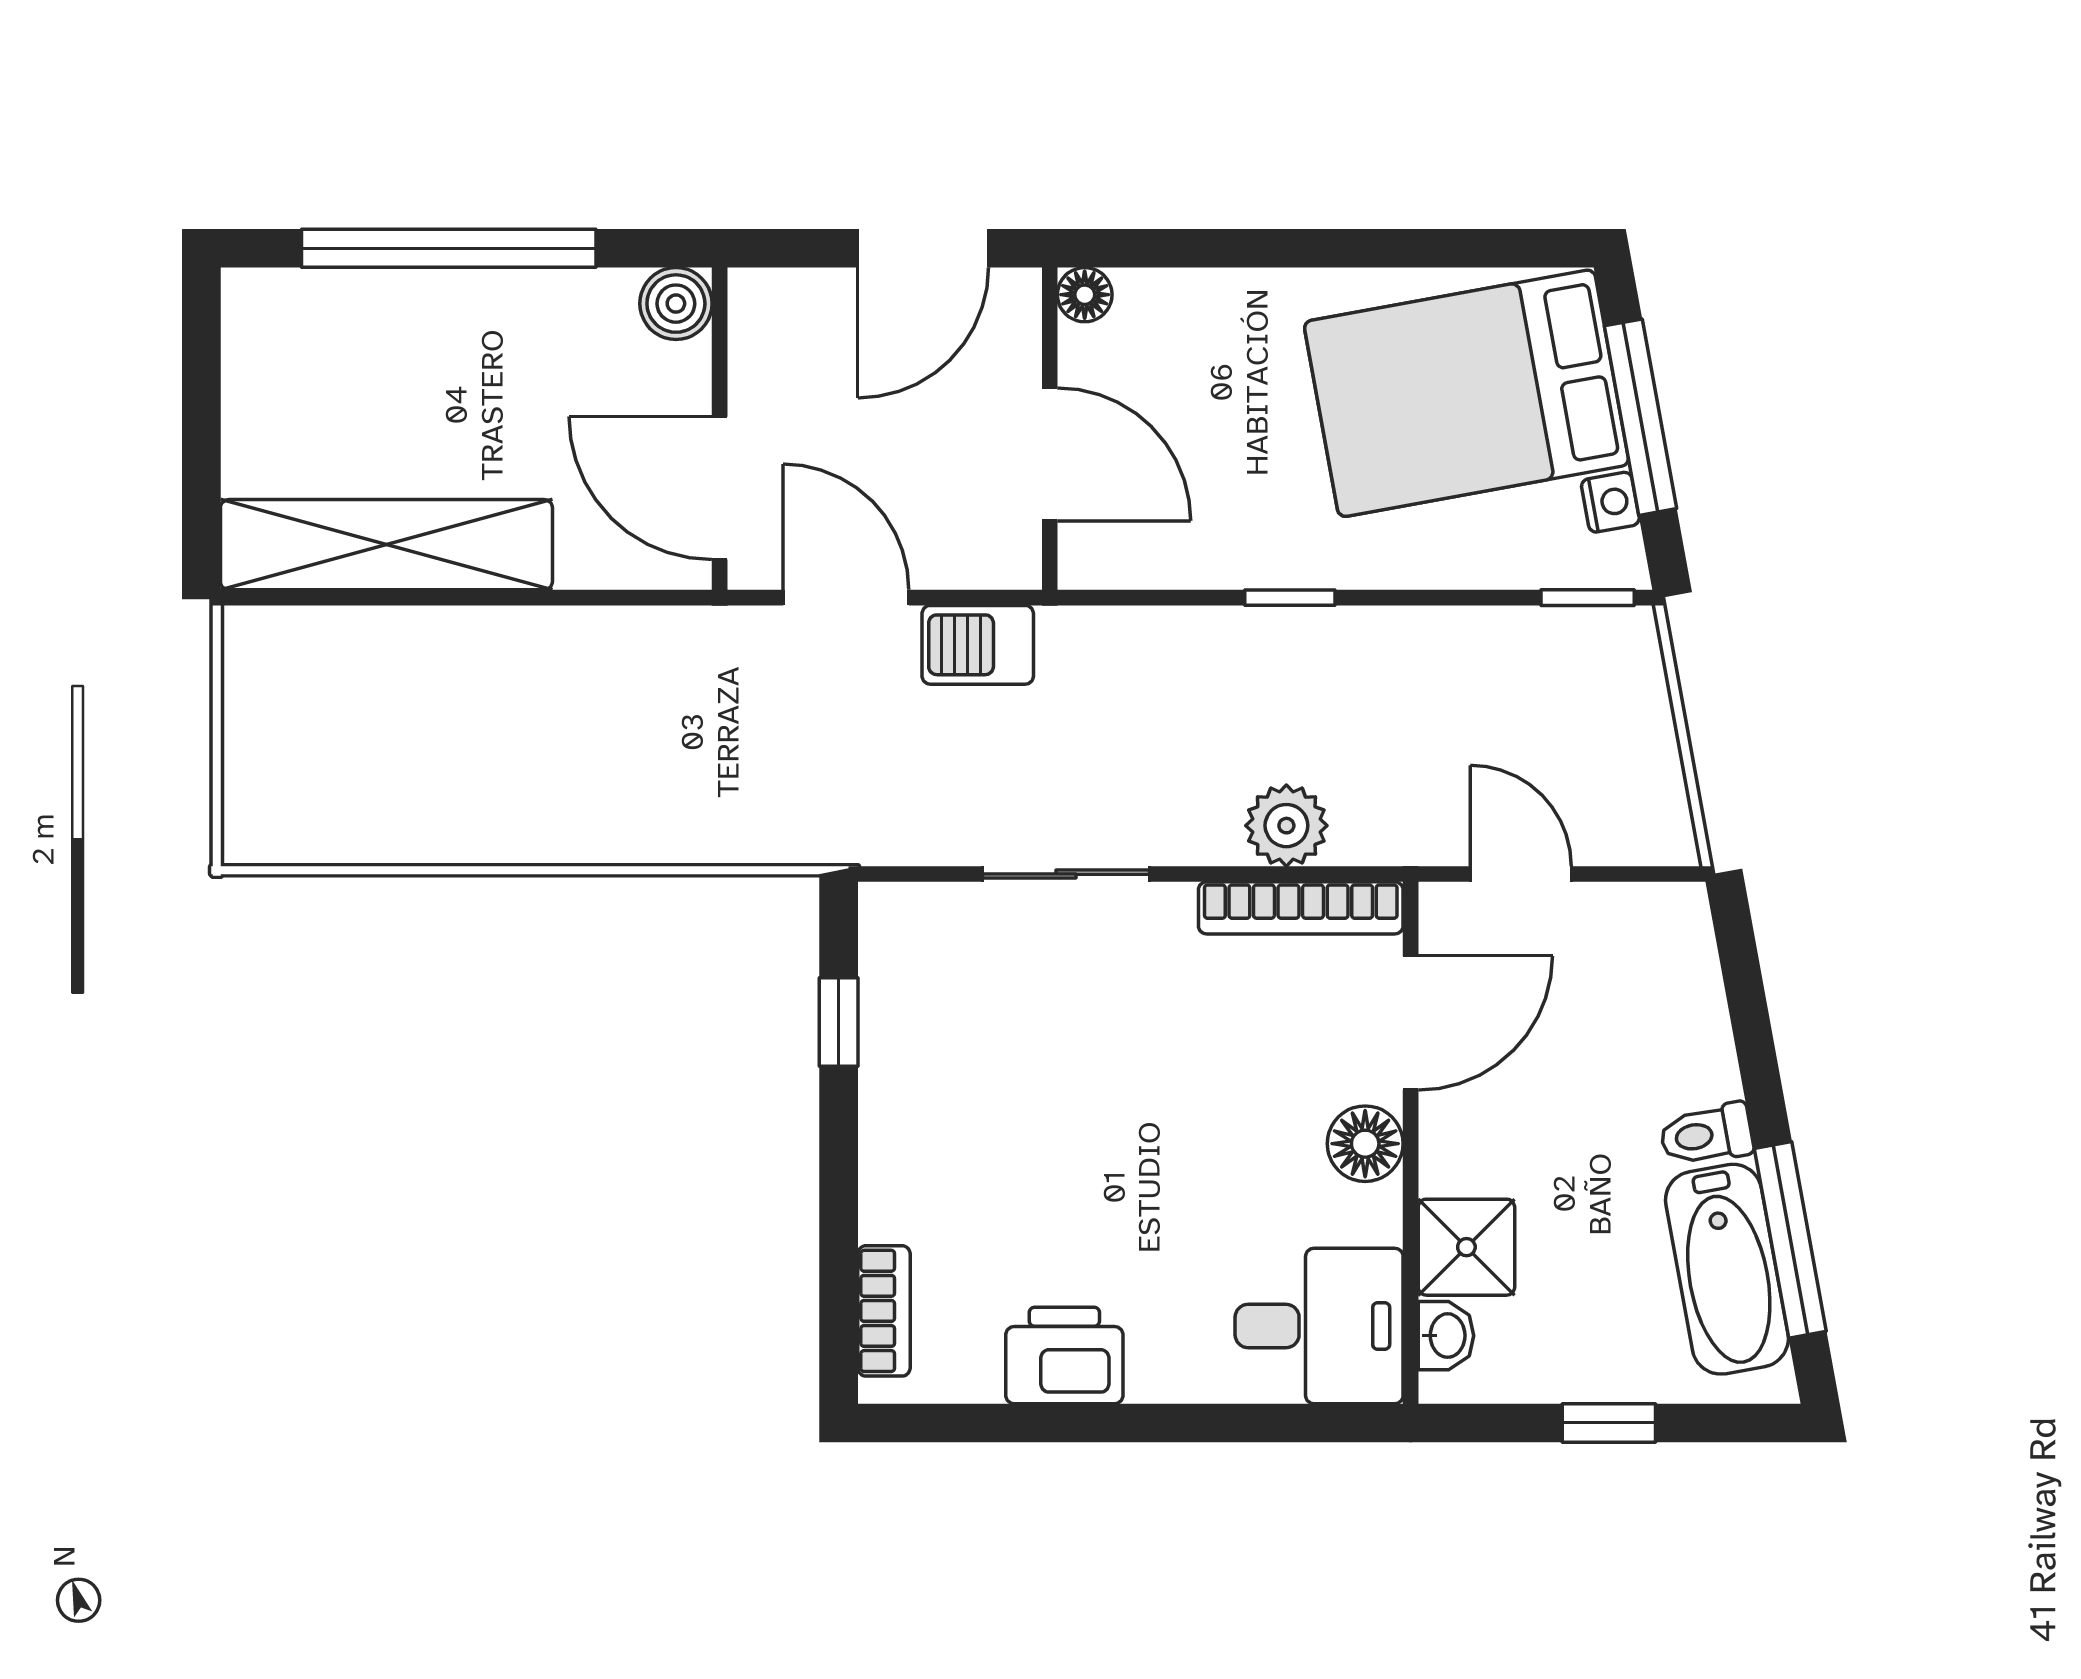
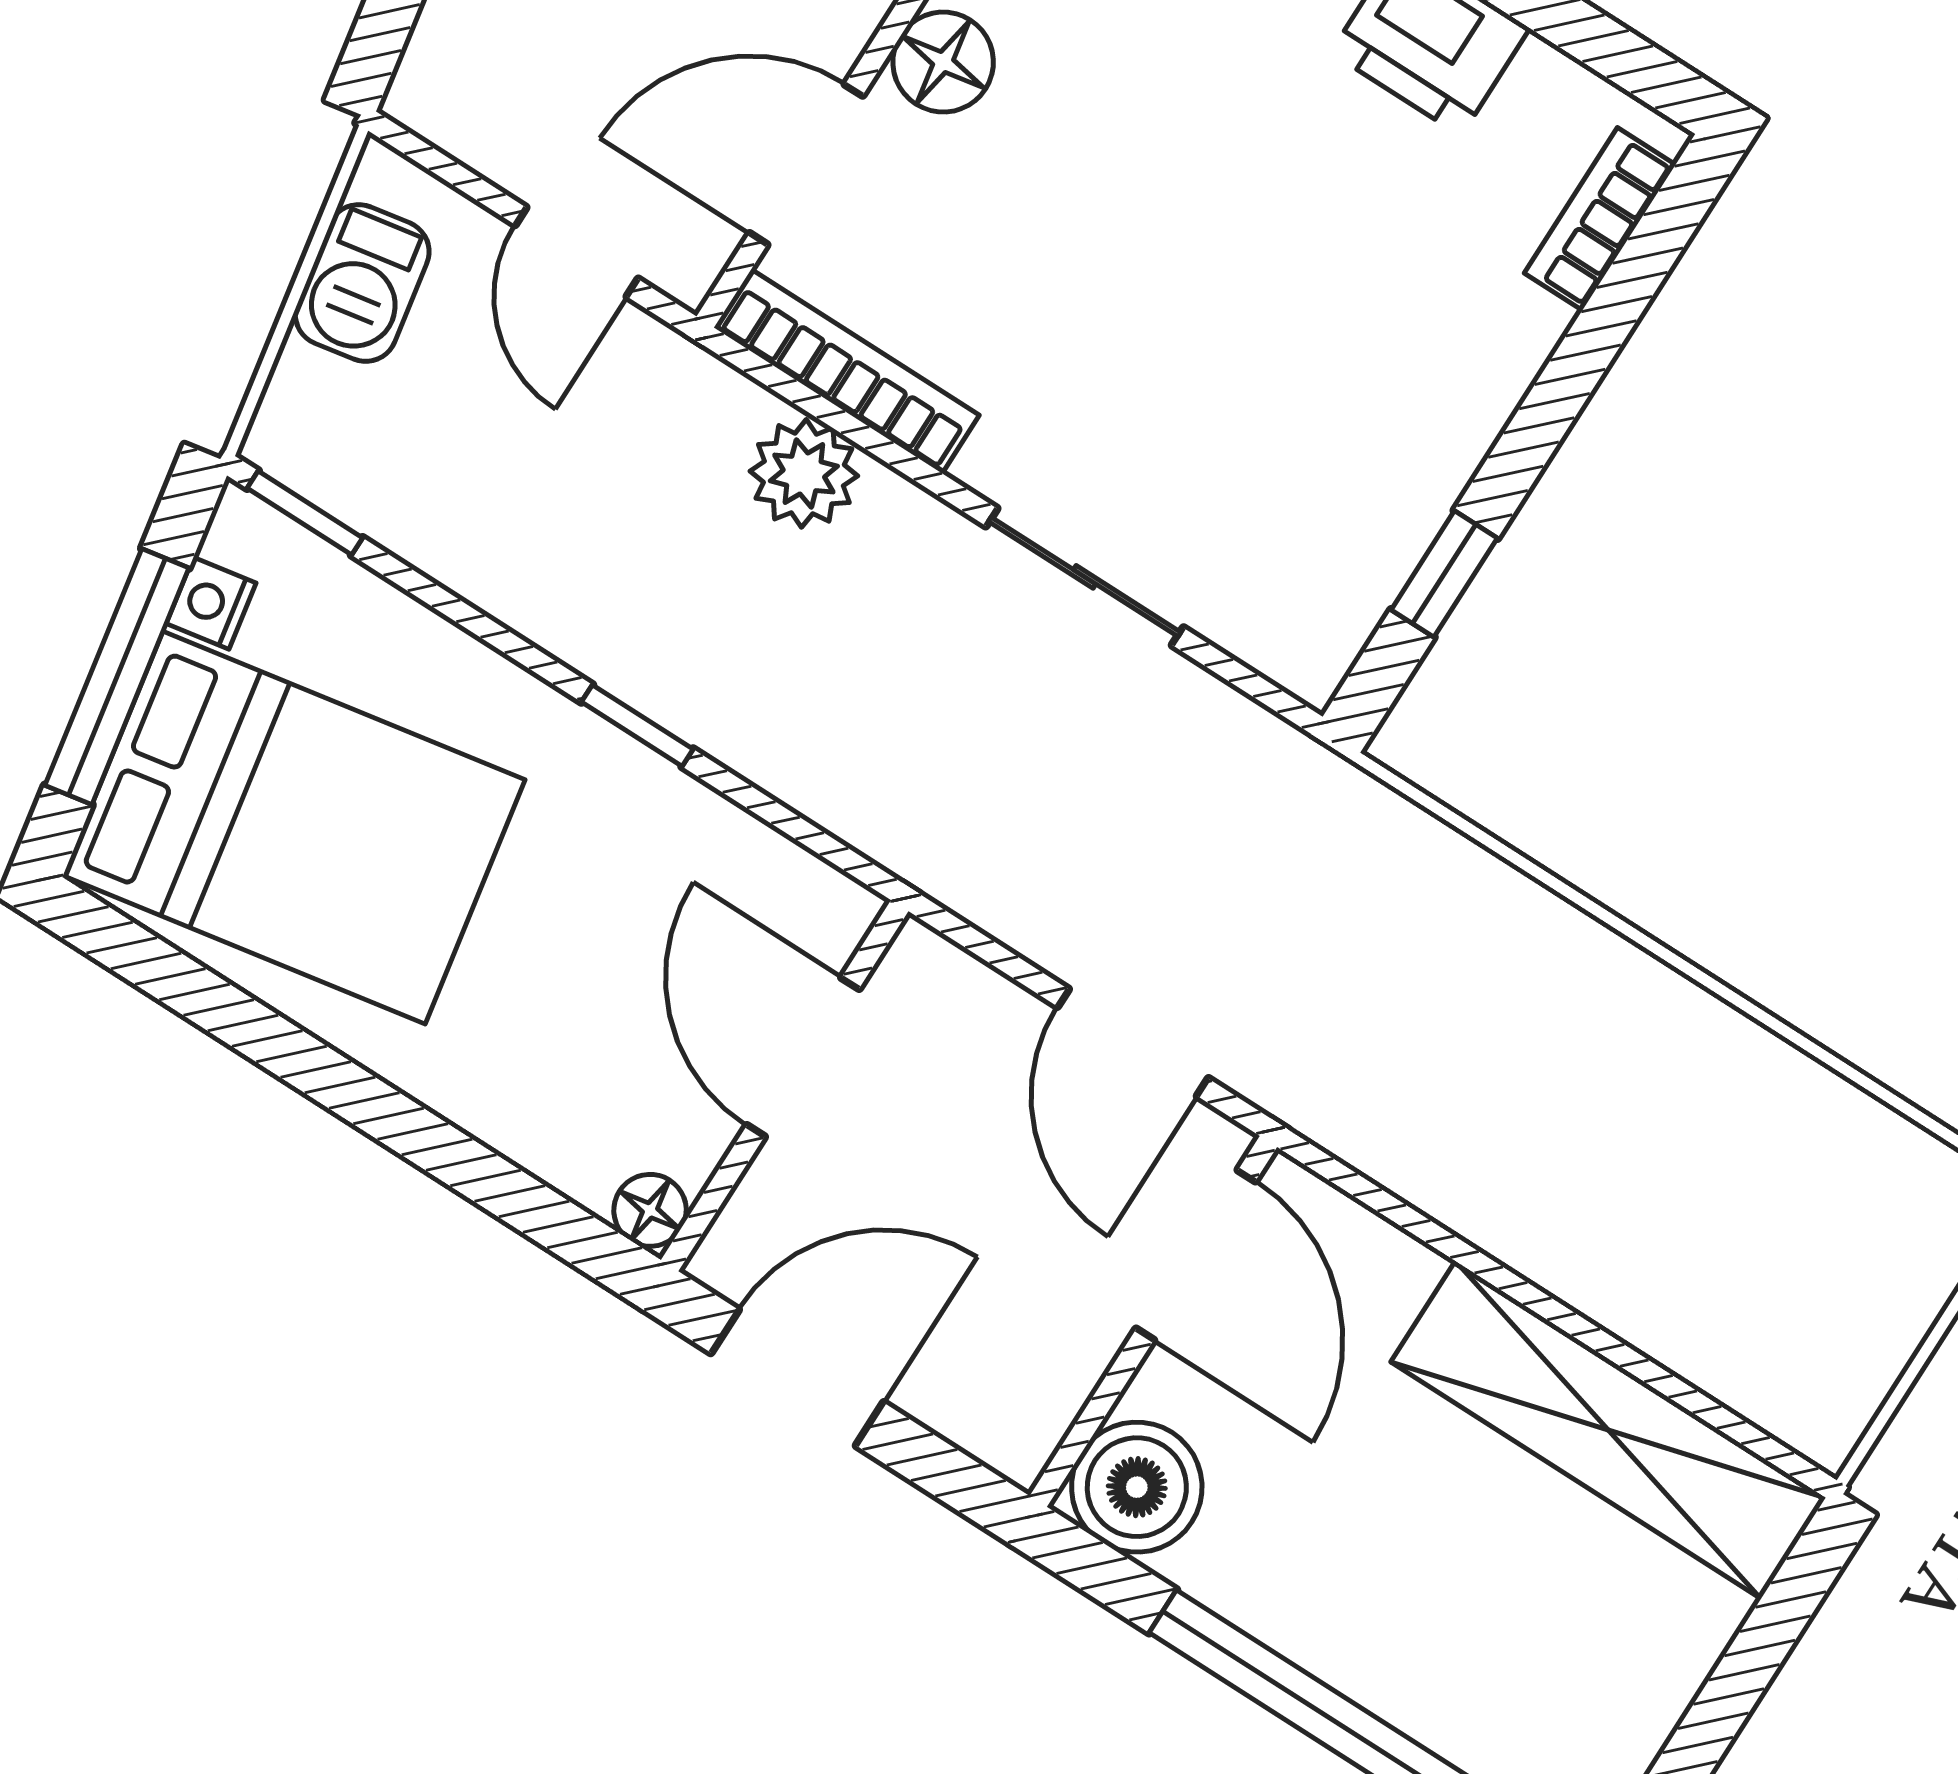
boiler: (676, 304) -> (1137, 1487), width x1.36, depth x1.36
barbecue: (978, 645) -> (362, 283), moved, turned 80

